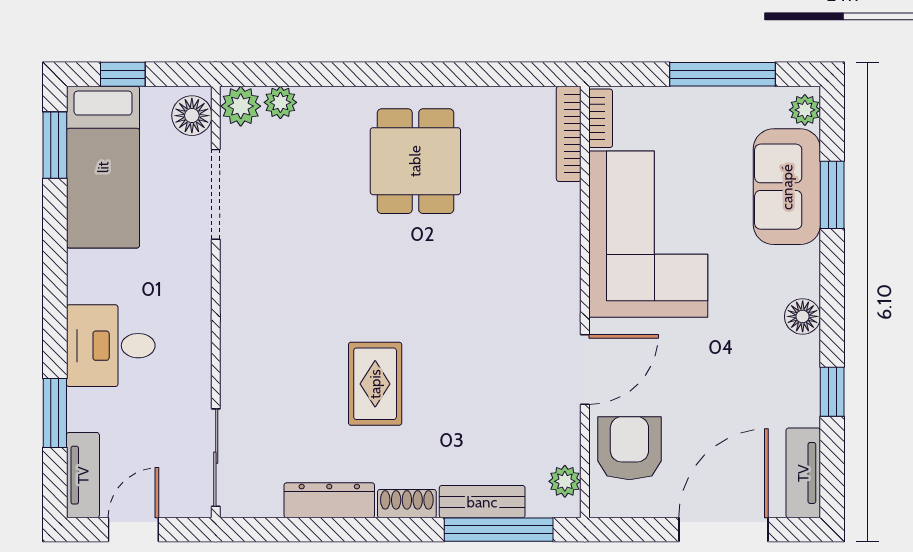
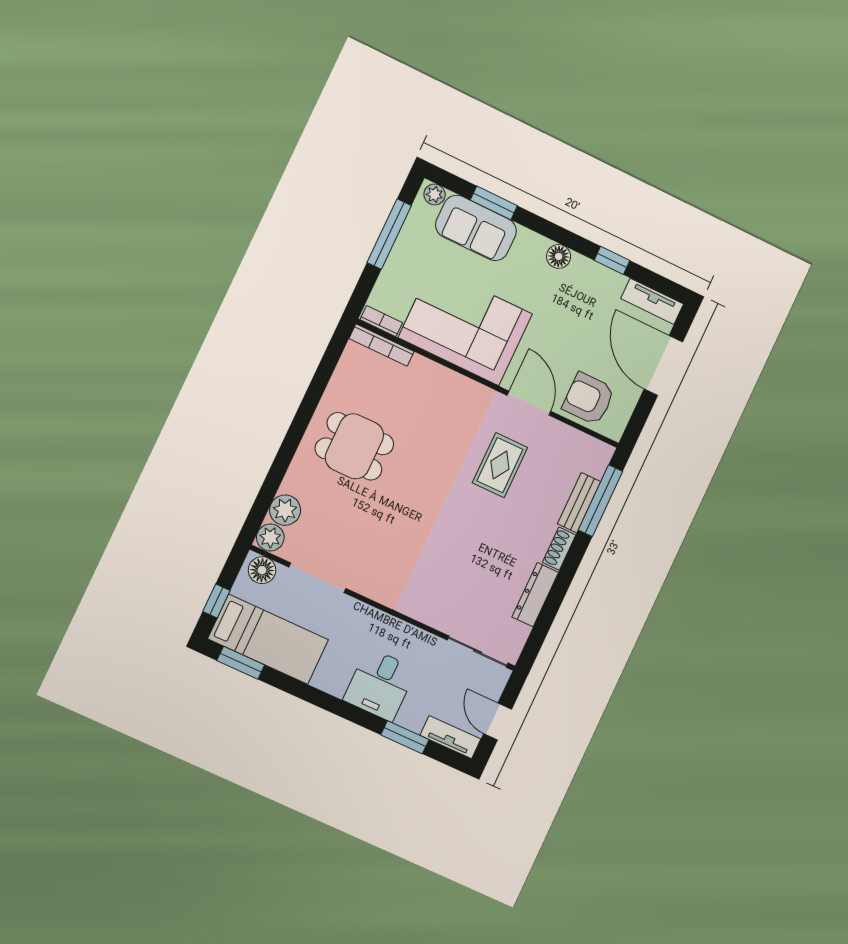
plant: (280, 102) -> (285, 510), width x1.38, depth x1.38
rug: (375, 384) -> (500, 465), moved, turned 90
plant: (565, 481) -> (590, 447), removed

